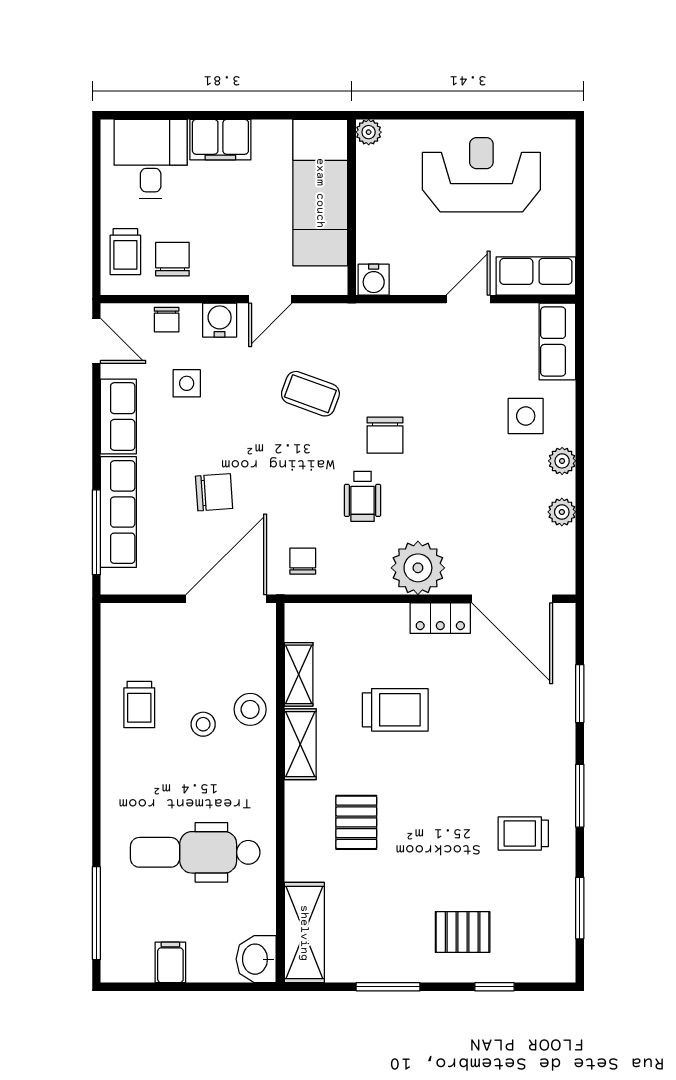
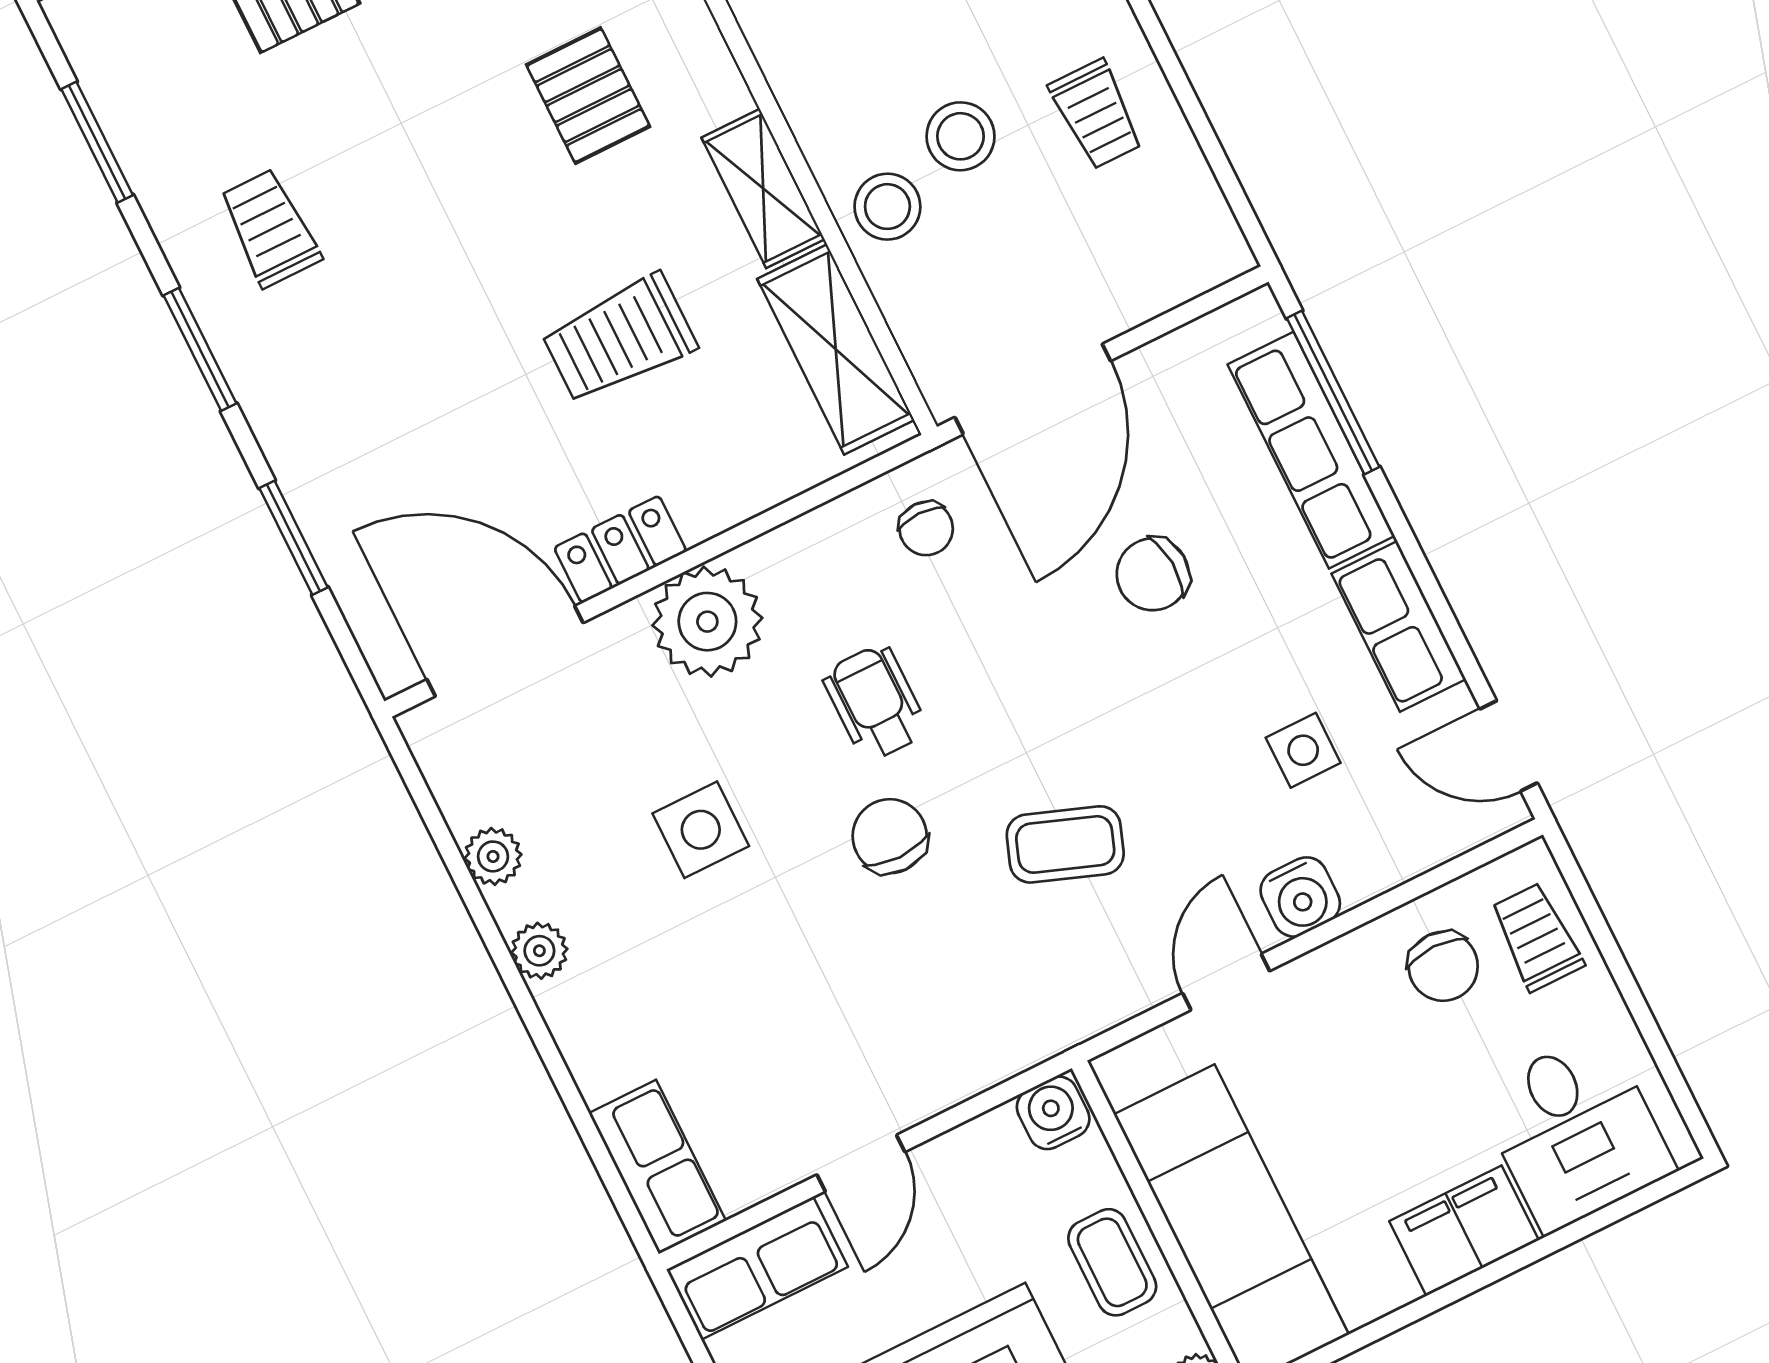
coffee table: (380, 202) -> (1112, 1262), added
chair: (167, 320) -> (1399, 850), removed
side table: (526, 416) -> (701, 830), moved
shelving: (299, 674) -> (836, 349), width x1.50, depth x1.33
trolley: (139, 705) -> (1096, 114), turned 180
stool: (203, 724) -> (961, 136), width x1.37, depth x1.37
trolley: (523, 833) -> (270, 228), turned -90

